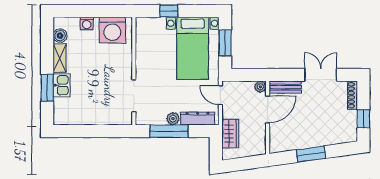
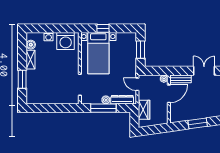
bed with nightstands: (193, 48) -> (98, 53), moved
kitchen sink: (62, 85) -> (32, 78), removed

